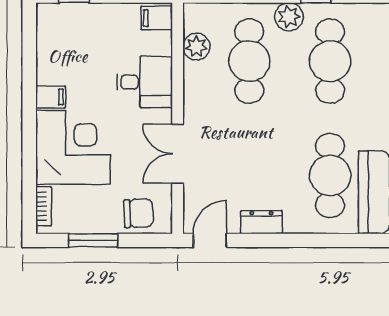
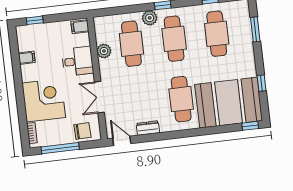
plant: (196, 47) -> (104, 51), moved
filing cabinet: (51, 97) -> (27, 58), moved
window: (93, 240) -> (60, 148), width x1.44
door: (210, 240) -> (122, 141), hinge flipped

